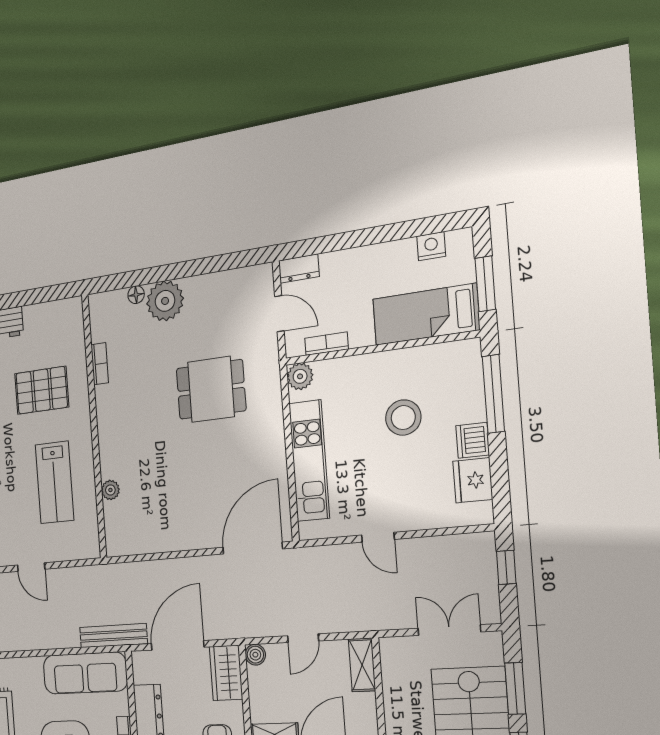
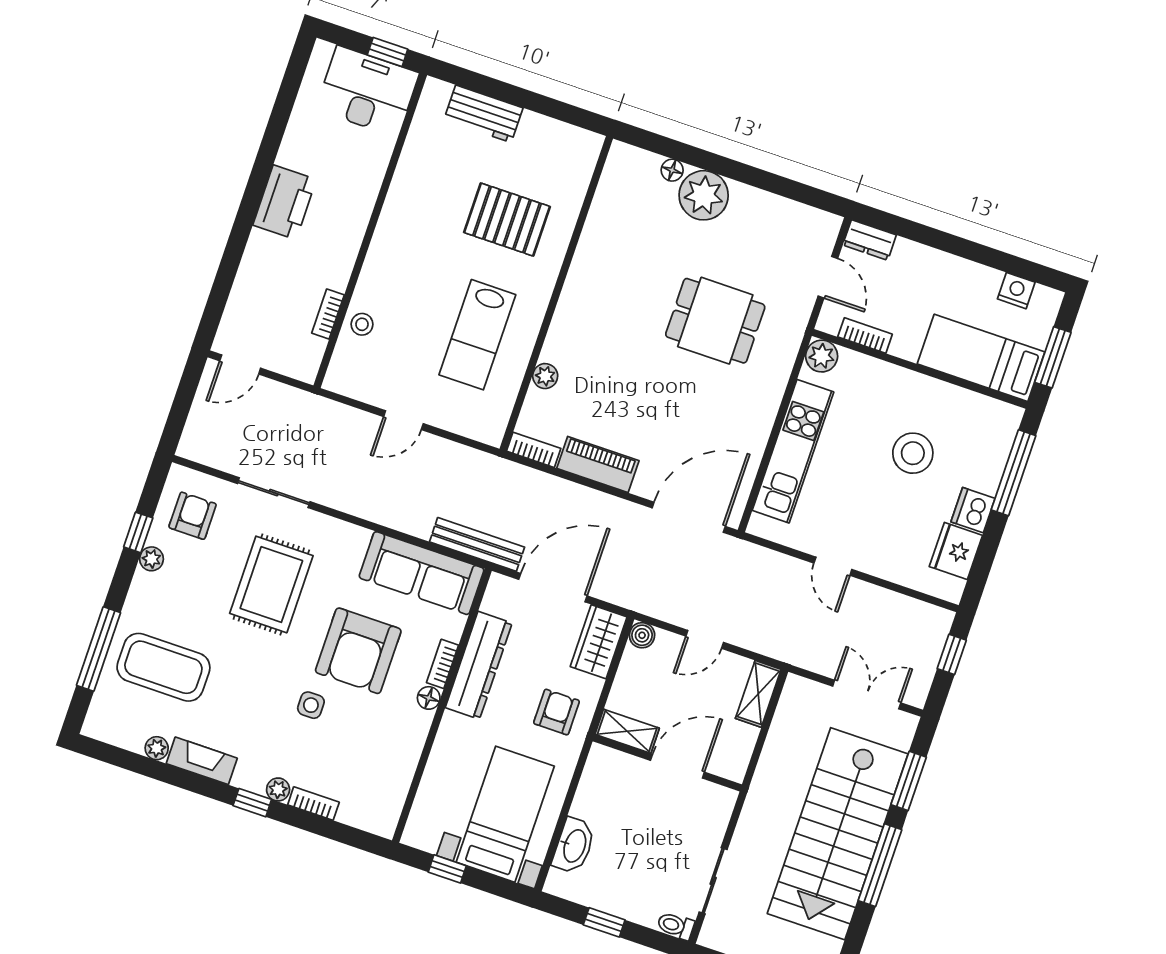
bookcase: (100, 364) -> (534, 450), moved, turned -90
piano: (172, 538) -> (598, 465), added
door: (31, 567) -> (403, 420), hinge flipped

